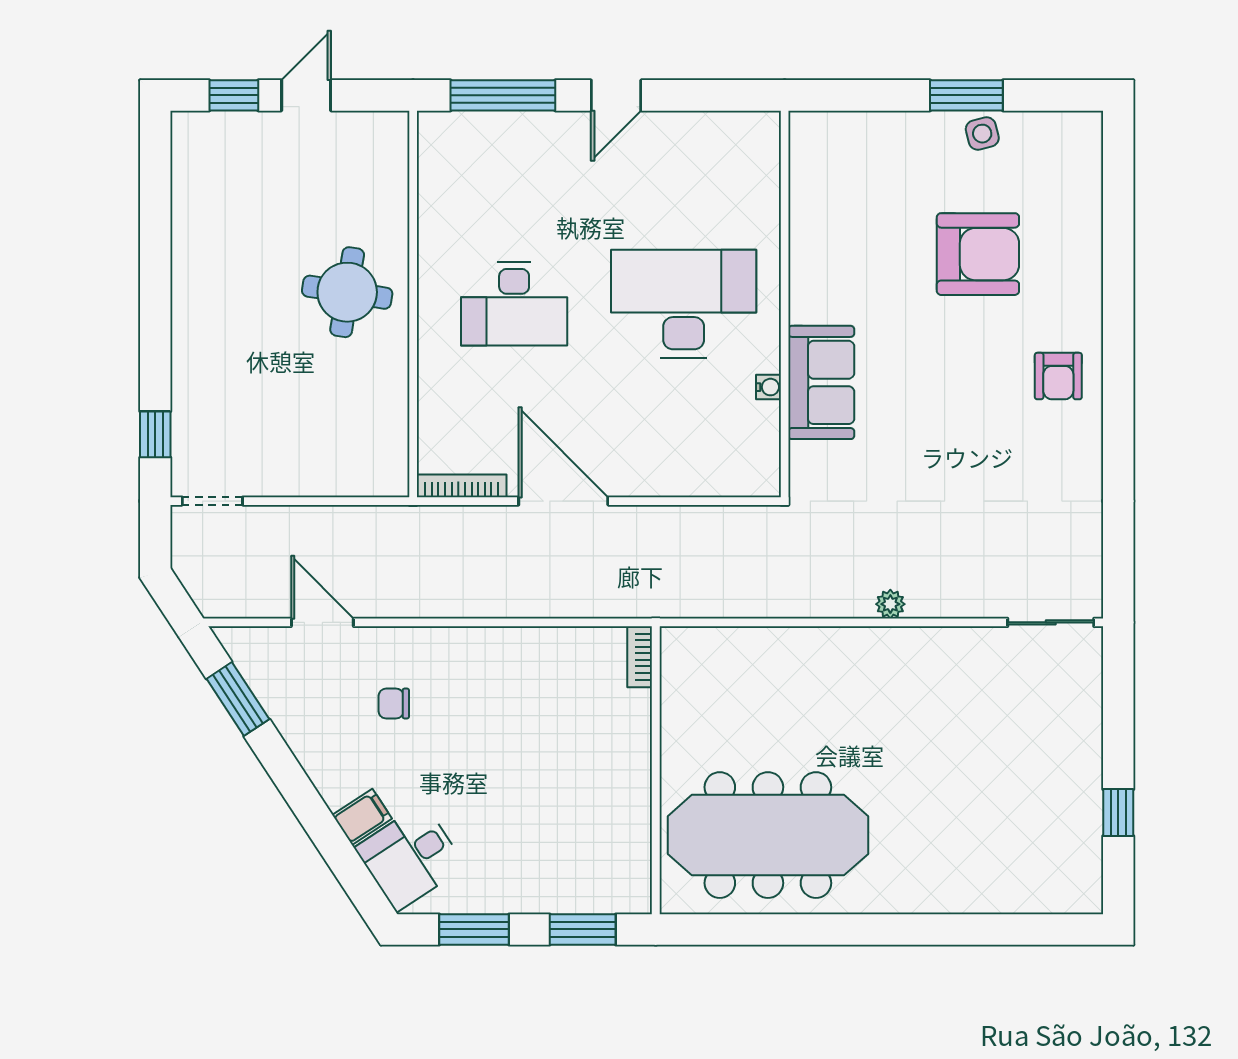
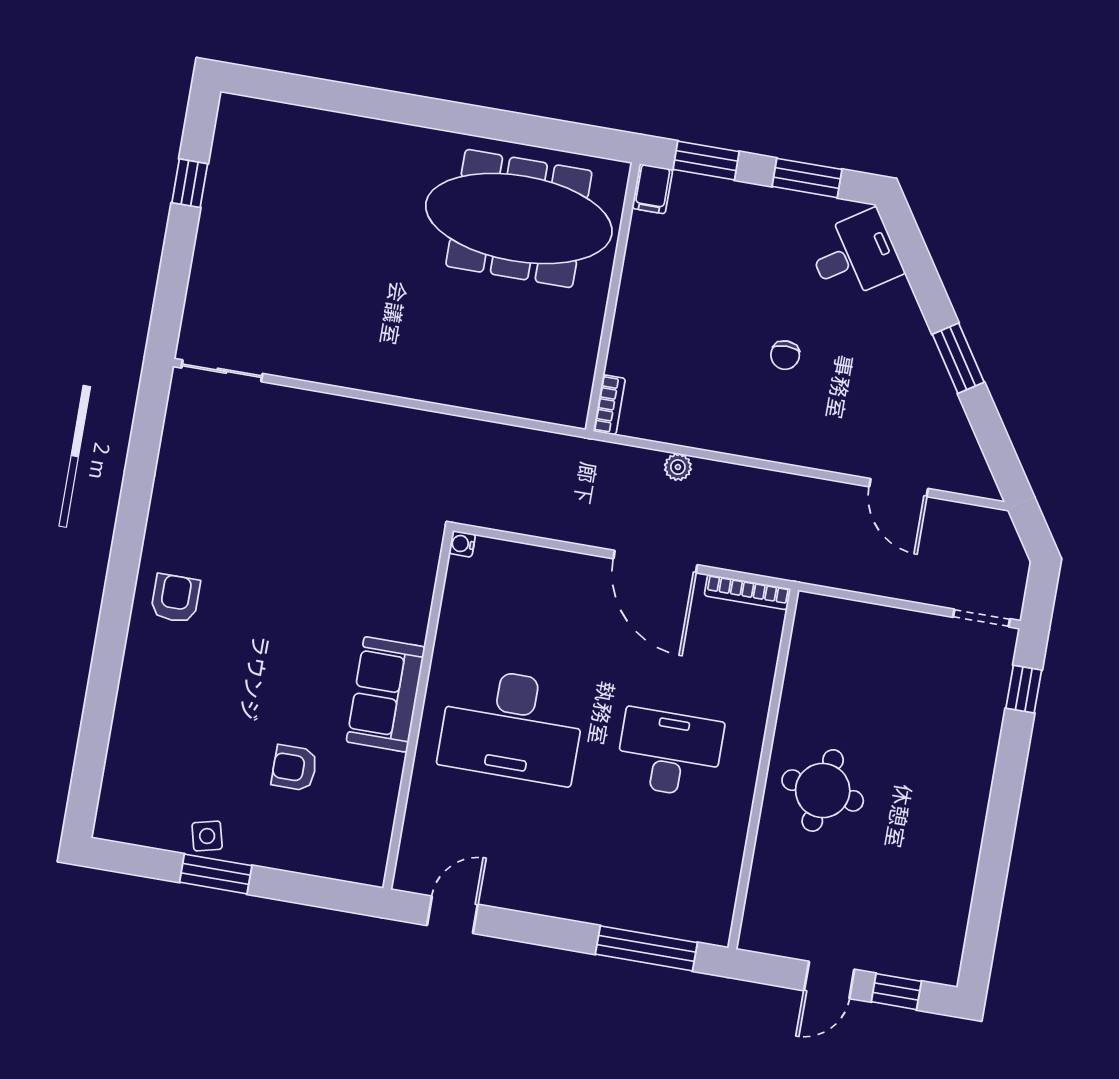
door: (616, 95) -> (452, 915), moved
armchair: (978, 254) -> (294, 768), moved, width x0.53, depth x0.53
sofa: (821, 382) -> (386, 694), moved
water cooler: (768, 387) -> (462, 544), moved
plant: (890, 604) -> (678, 467), moved
window: (238, 699) -> (958, 358), moved
chair: (394, 704) -> (785, 355), moved, turned 90
filing cabinet: (362, 817) -> (652, 189), moved, turned -57

